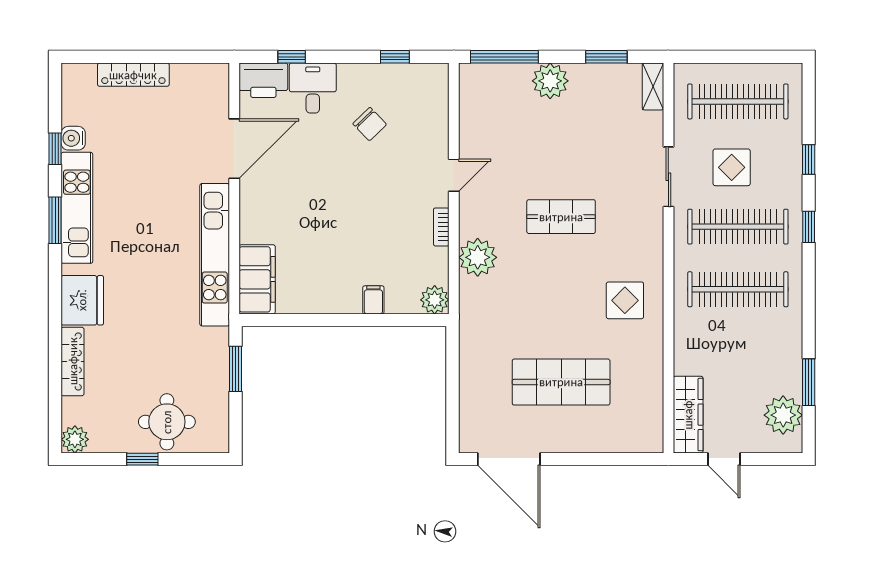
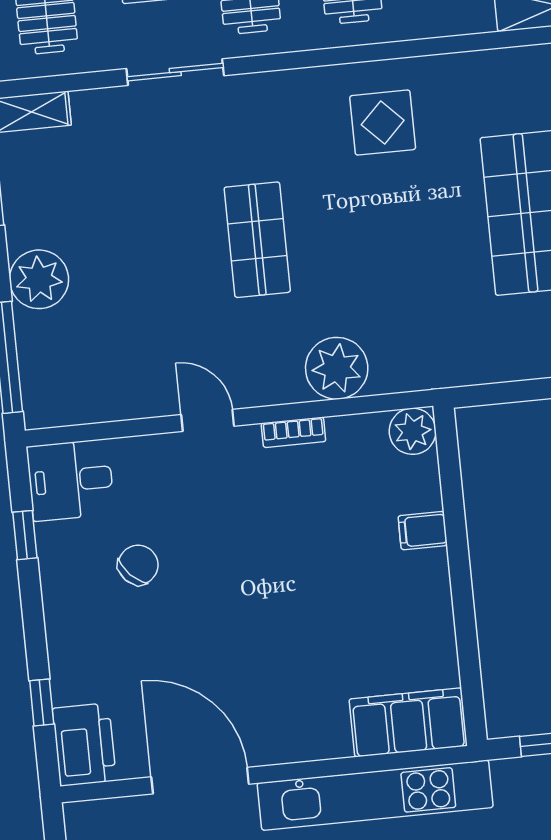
desk: (313, 88) -> (71, 480), moved

